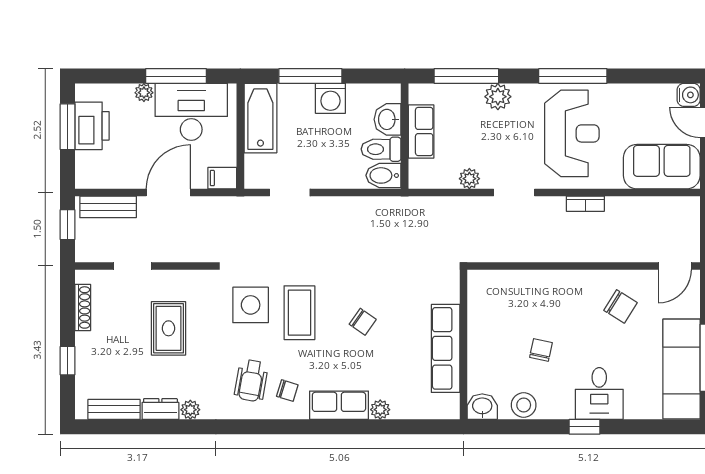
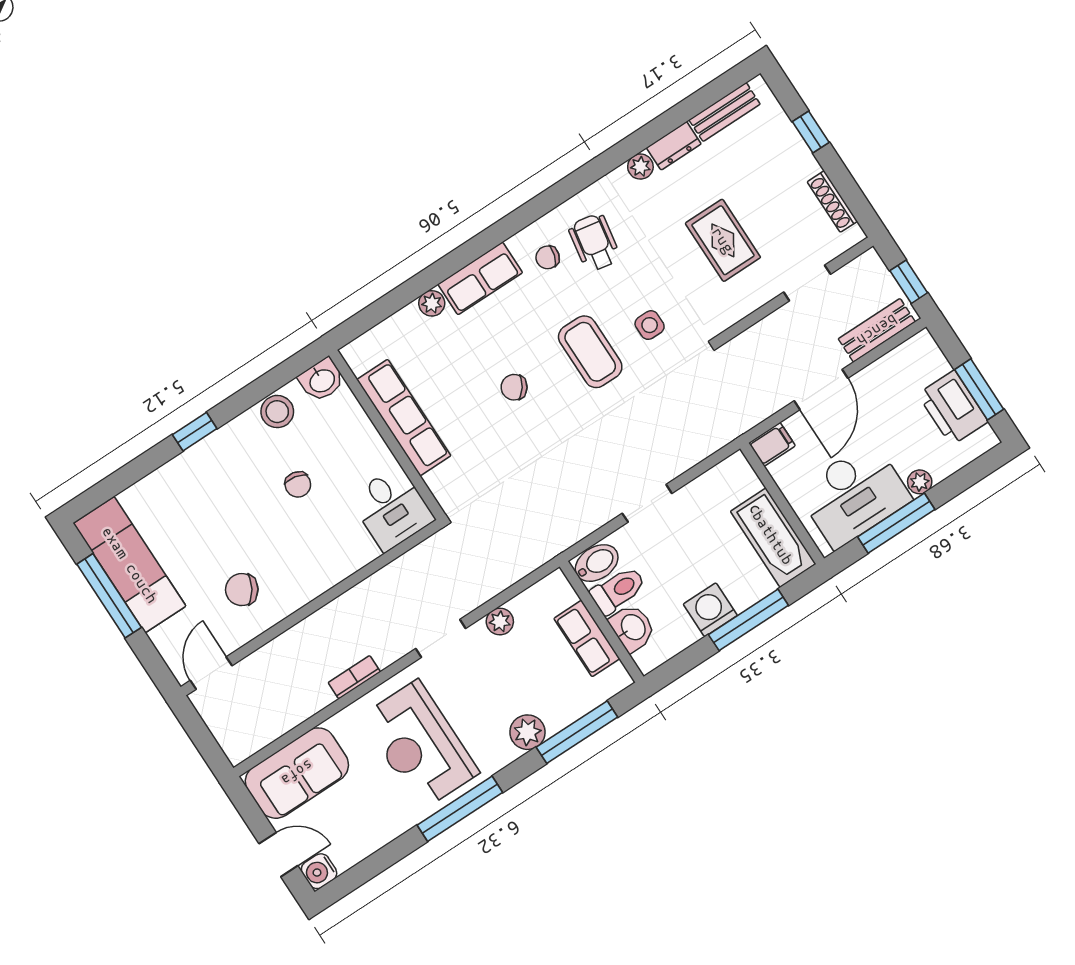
doorway: (290, 192) -> (647, 503), moved
side table: (251, 305) -> (650, 325), width x0.54, depth x0.54
desk: (599, 393) -> (392, 509), moved, turned 180

